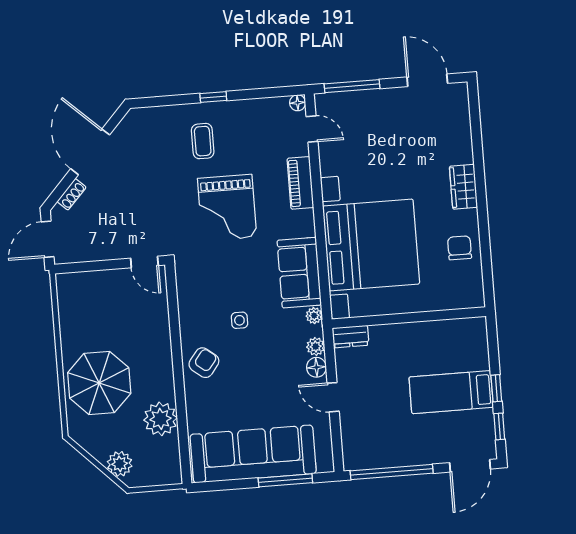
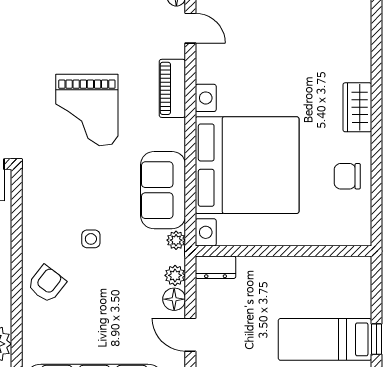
coffee table: (203, 141) -> (65, 32), removed
chair: (460, 248) -> (347, 176), turned -90

